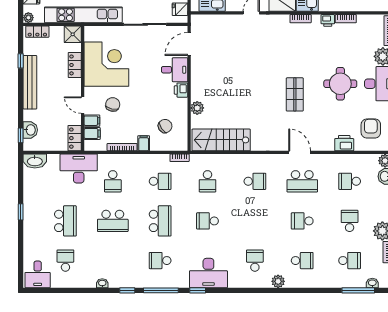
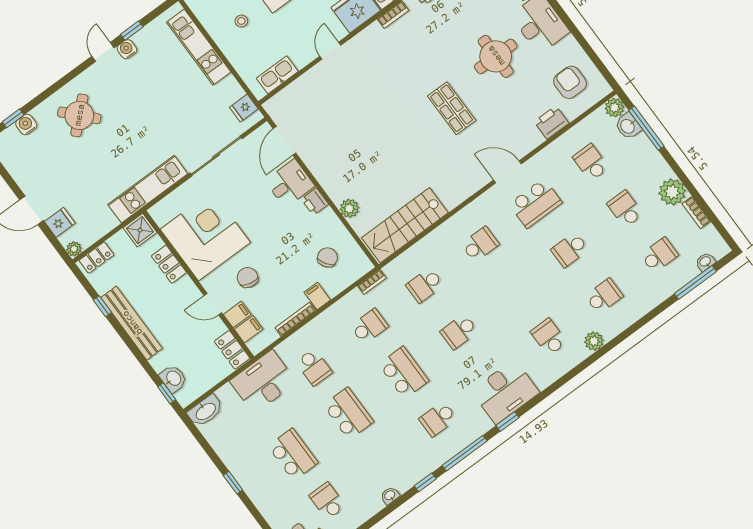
kitchen unit: (83, 15) -> (148, 189), width x0.73
school desk: (208, 181) -> (425, 285), turned 90
school desk: (350, 181) -> (591, 162), turned 90
school desk: (113, 221) -> (348, 414), turned -90

